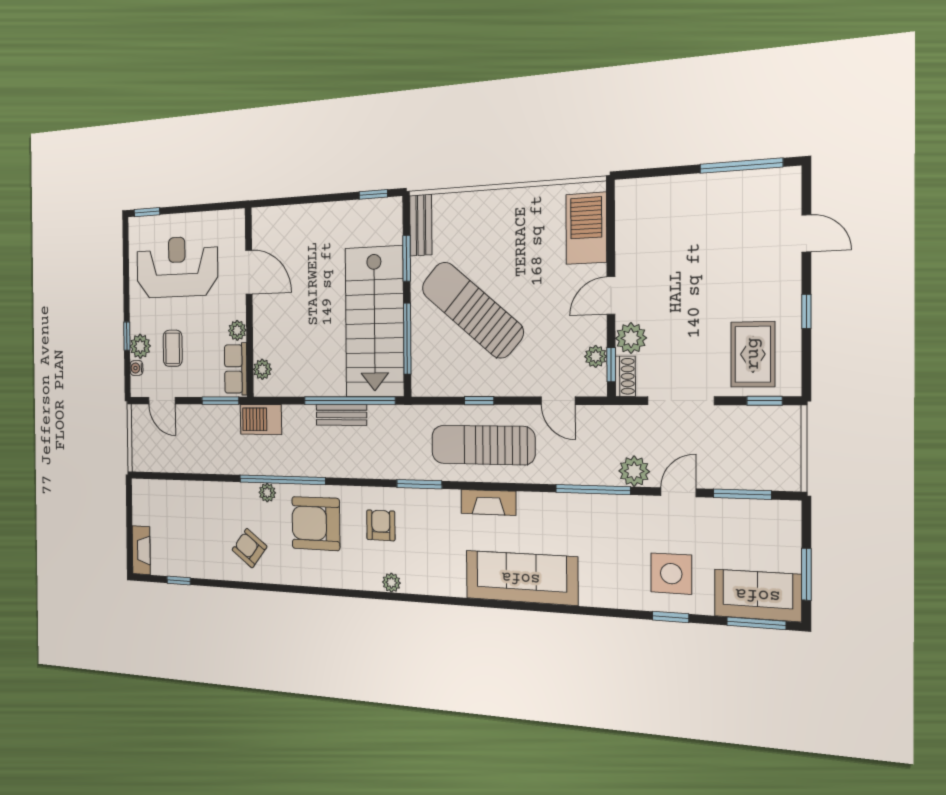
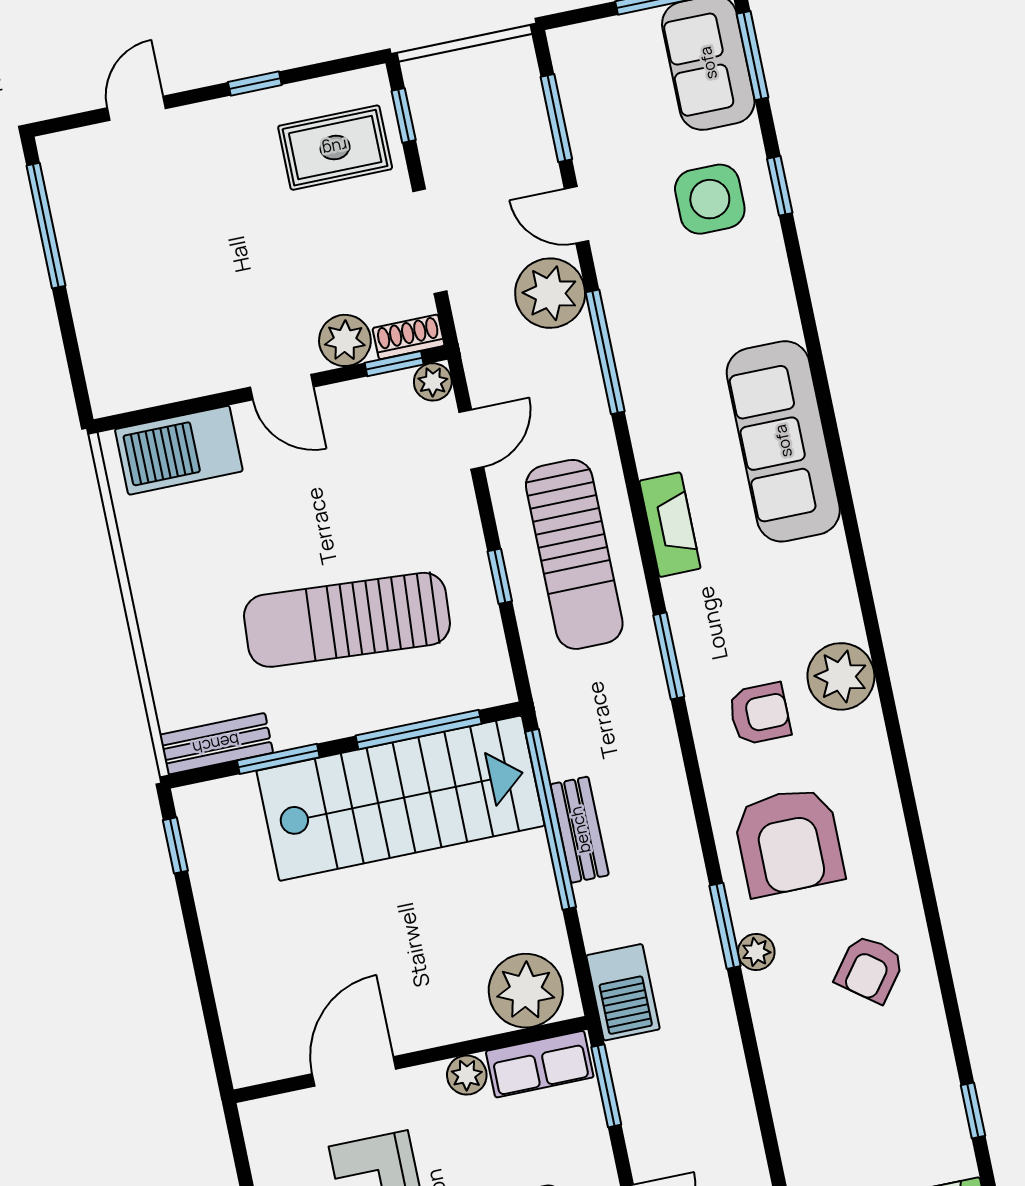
sun lounger: (472, 310) -> (347, 620), turned 53
plant: (596, 356) -> (433, 382), moved
plant: (262, 369) -> (526, 991), width x1.87, depth x1.87
plant: (634, 471) -> (550, 293), width x1.36, depth x1.36
window: (282, 480) -> (725, 926), width x0.47
armchair: (381, 525) -> (760, 714), turned 180
plant: (391, 583) -> (841, 676), width x1.87, depth x1.87

